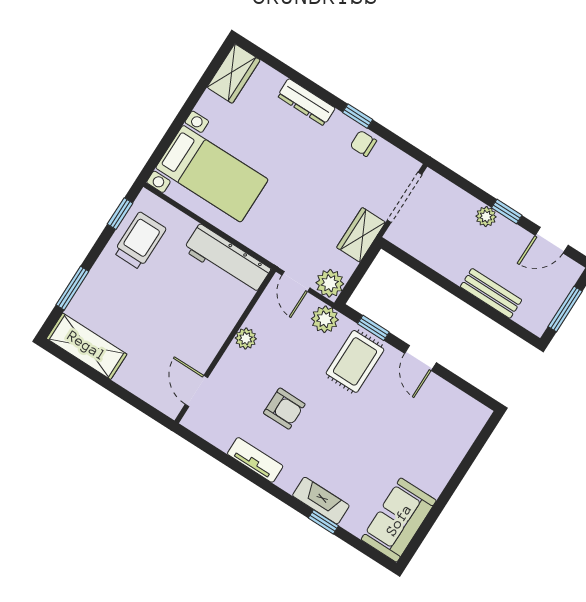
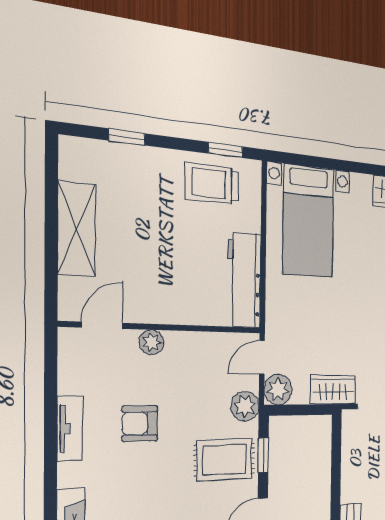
trolley: (140, 241) -> (212, 184), turned 180
window: (72, 288) -> (127, 137), width x0.67
plant: (246, 338) -> (152, 342), moved
shelving: (87, 346) -> (77, 229), moved
armchair: (284, 409) -> (140, 423), turned 90

